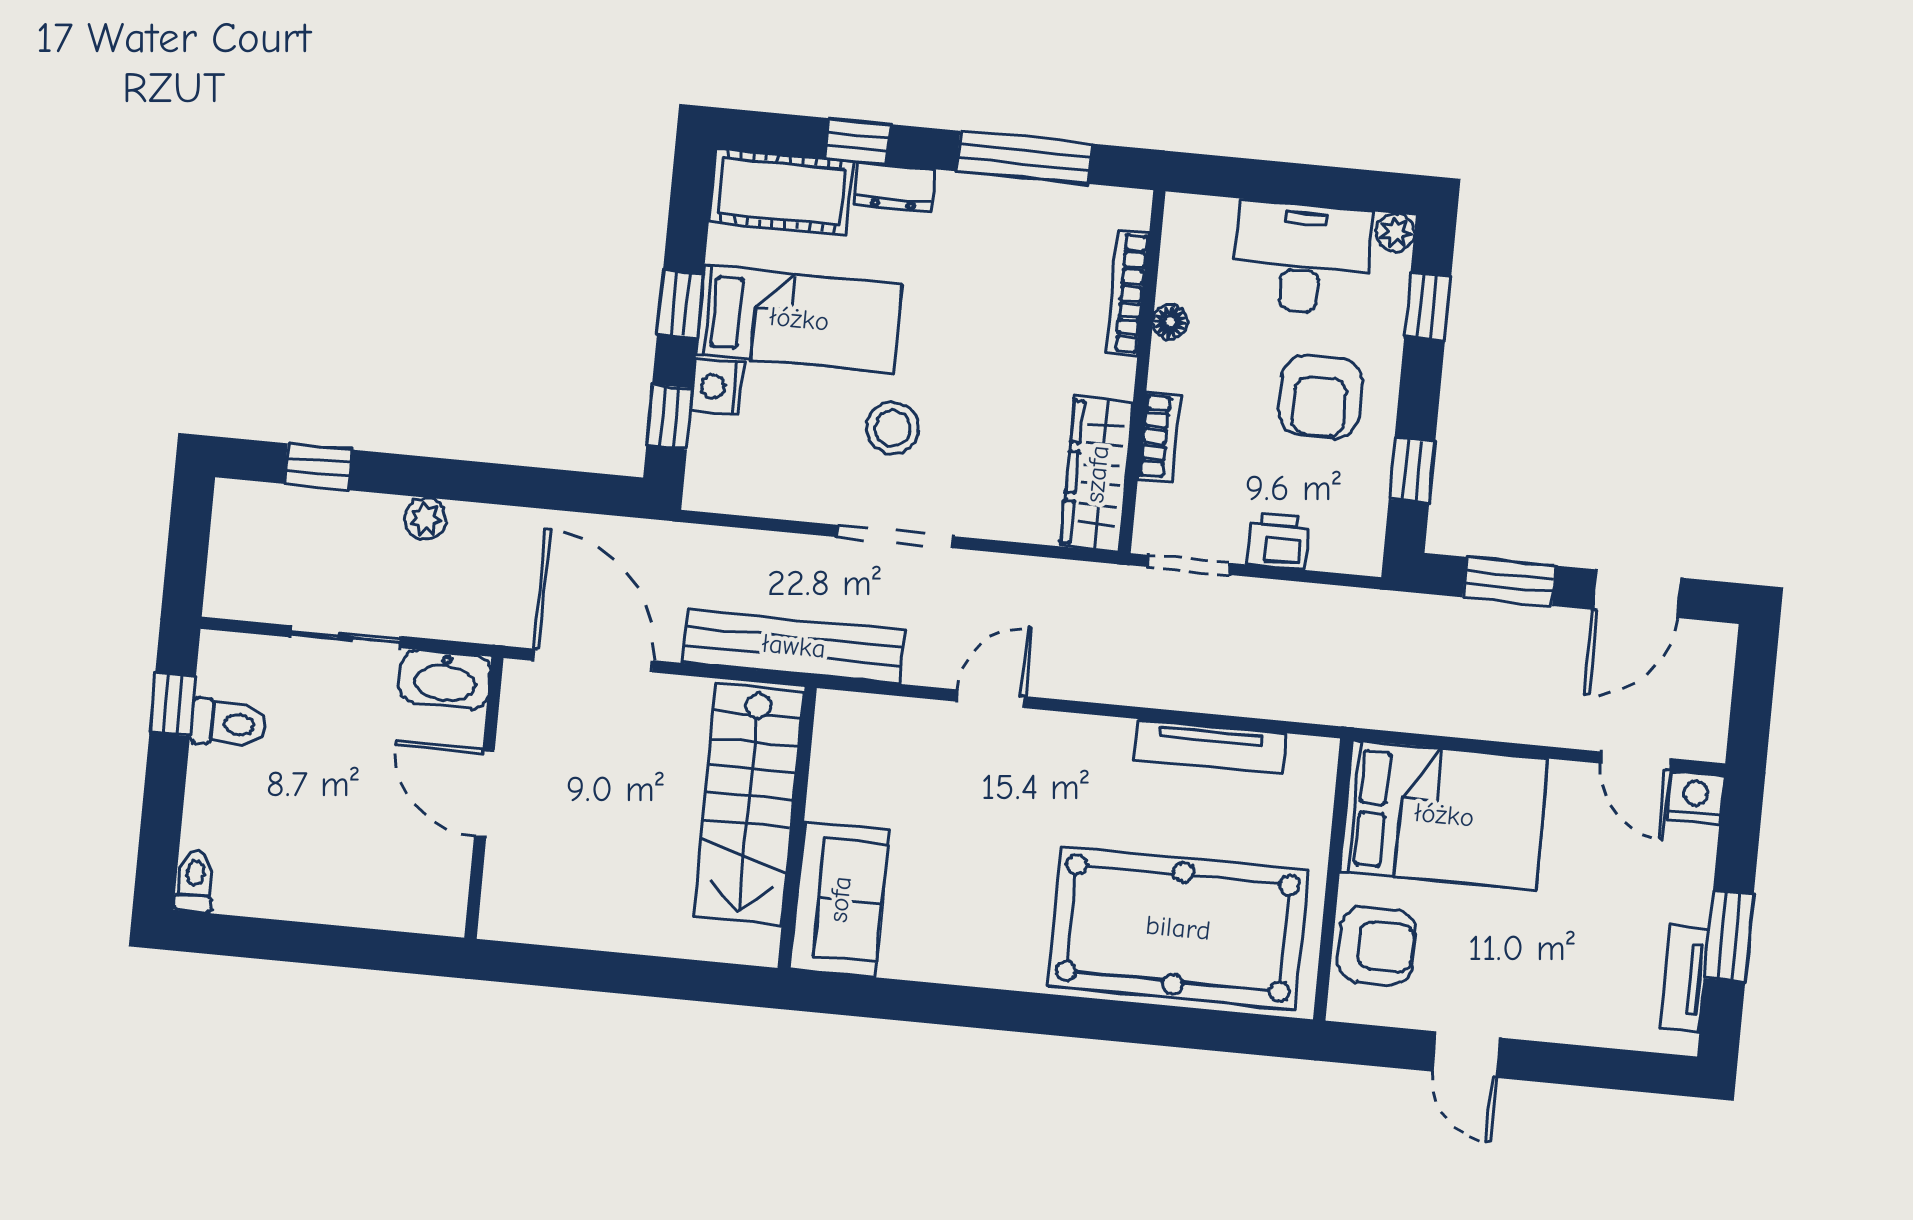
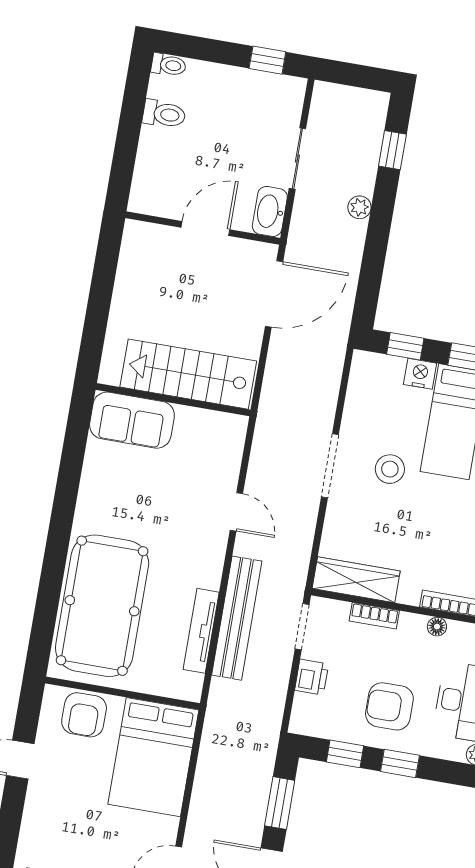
window: (1428, 306) -> (400, 763), moved
bench: (794, 646) -> (237, 618), moved
toilet: (229, 723) -> (164, 114), moved, turned -90

